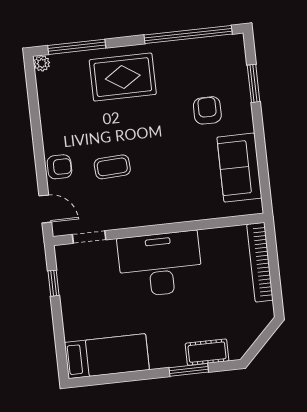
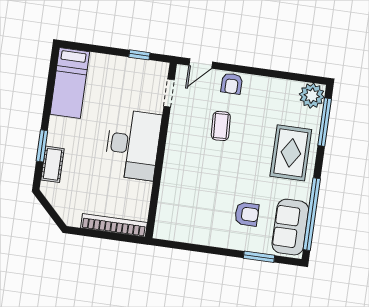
plant: (42, 63) -> (312, 96), width x1.88, depth x1.88
sofa: (239, 168) -> (290, 227), moved, turned -90

